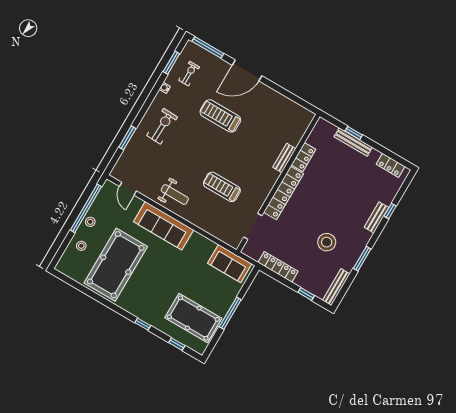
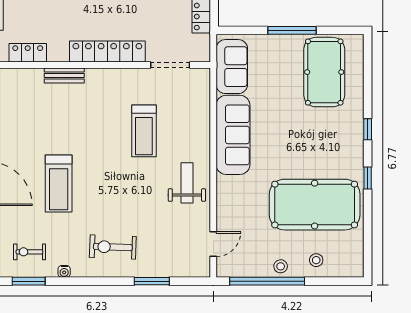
locker: (303, 157) -> (28, 53), moved
sofa: (164, 226) -> (233, 135), moved
window: (177, 344) -> (368, 178), moved

